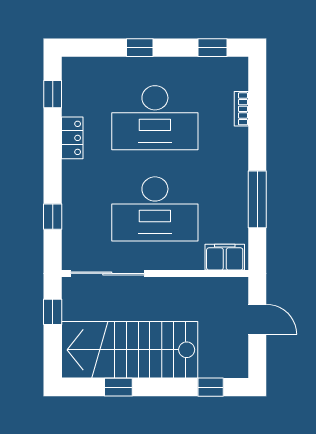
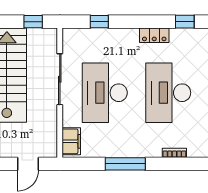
window: (257, 199) -> (125, 164), moved
sliding door: (107, 273) -> (60, 79), moved

